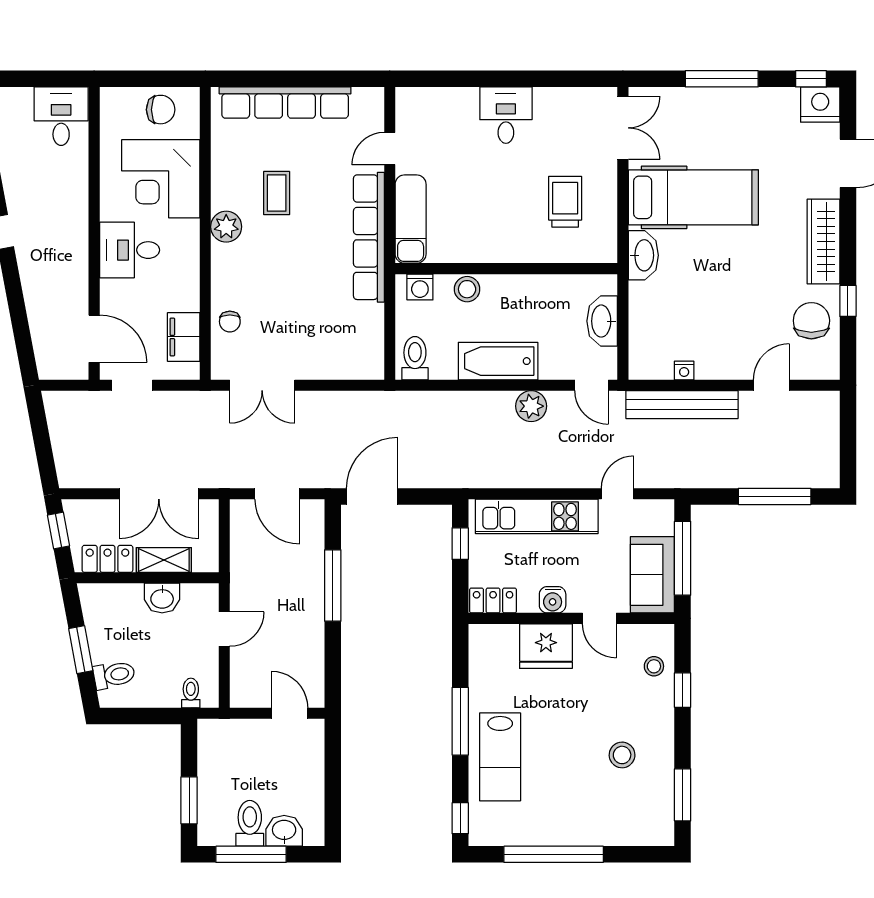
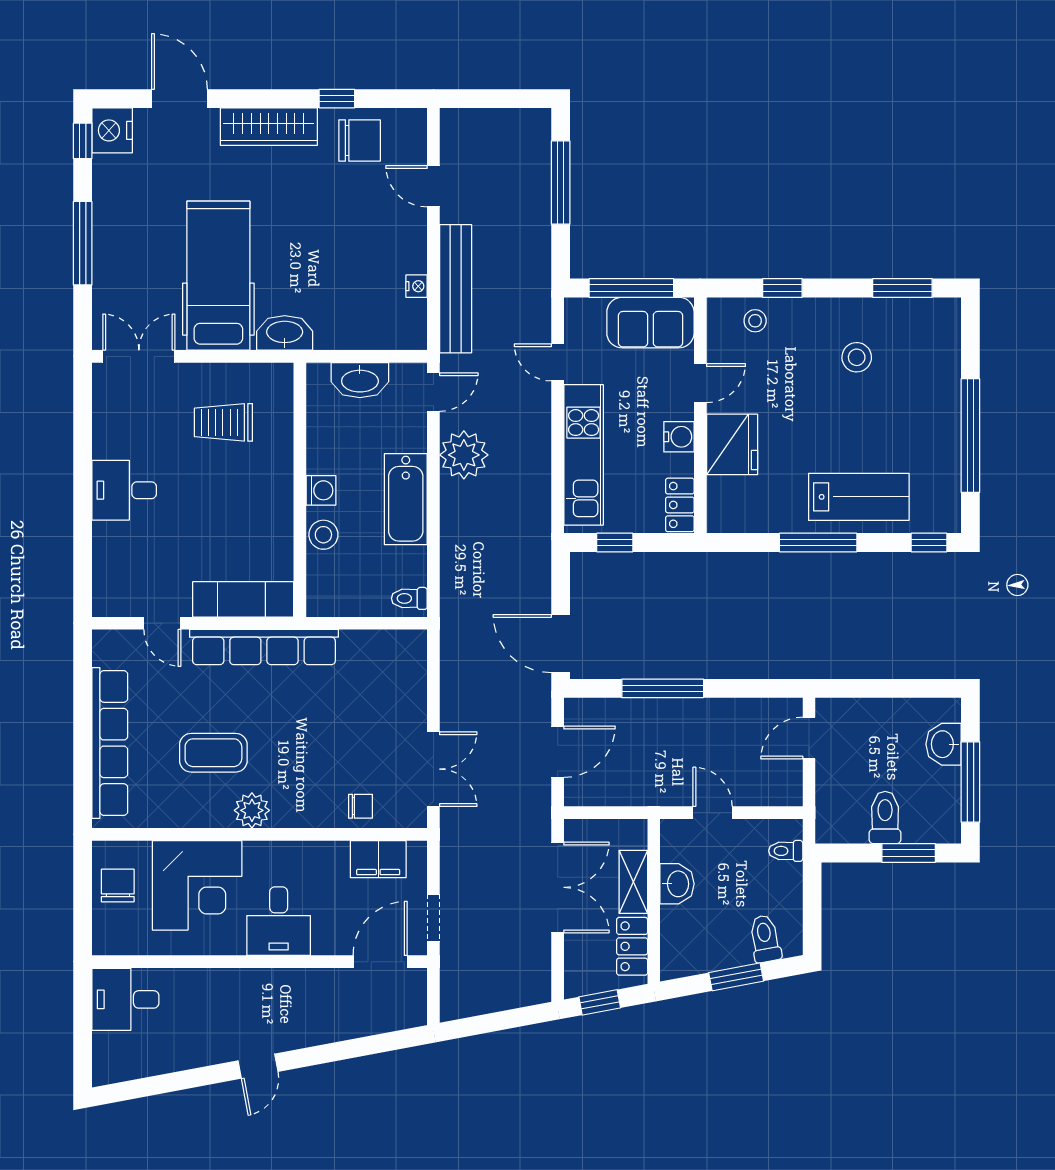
coffee table: (277, 193) -> (213, 753), width x1.36, depth x1.30
washing machine: (420, 287) -> (321, 490), moved
chair: (811, 321) -> (360, 141), turned 180
toilet: (415, 358) -> (409, 598), width x0.73, depth x0.72
plant: (531, 406) -> (464, 455), width x1.36, depth x1.36
toilet: (250, 823) -> (885, 817), moved, turned 90

